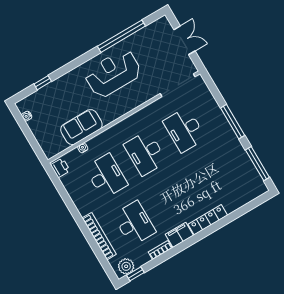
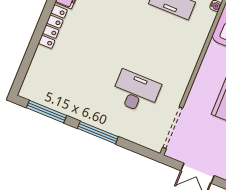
desk: (145, 153) -> (155, 44), removed

